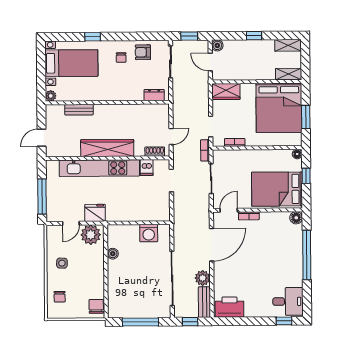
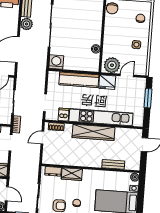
wardrobe: (130, 93) -> (72, 174), added
window: (42, 197) -> (148, 98), width x0.69
kitchen counter: (131, 213) -> (79, 80), added
washing machine: (149, 233) -> (56, 62), moved

